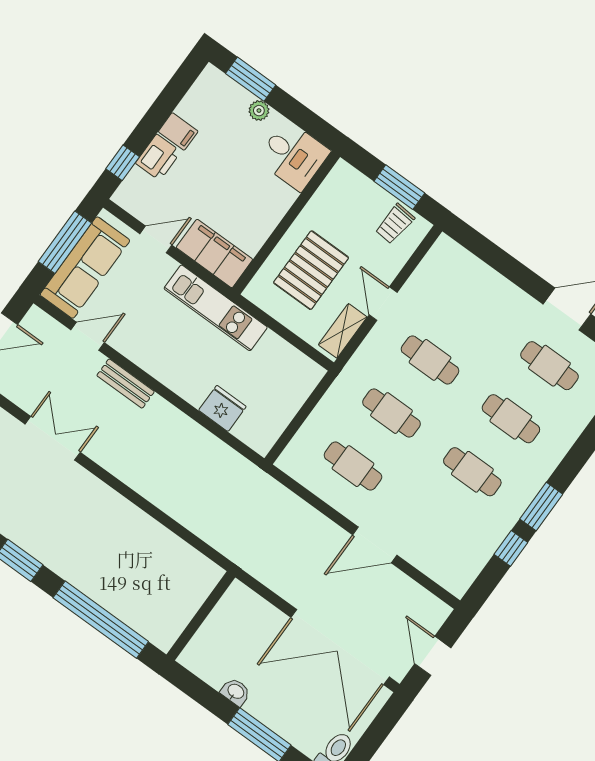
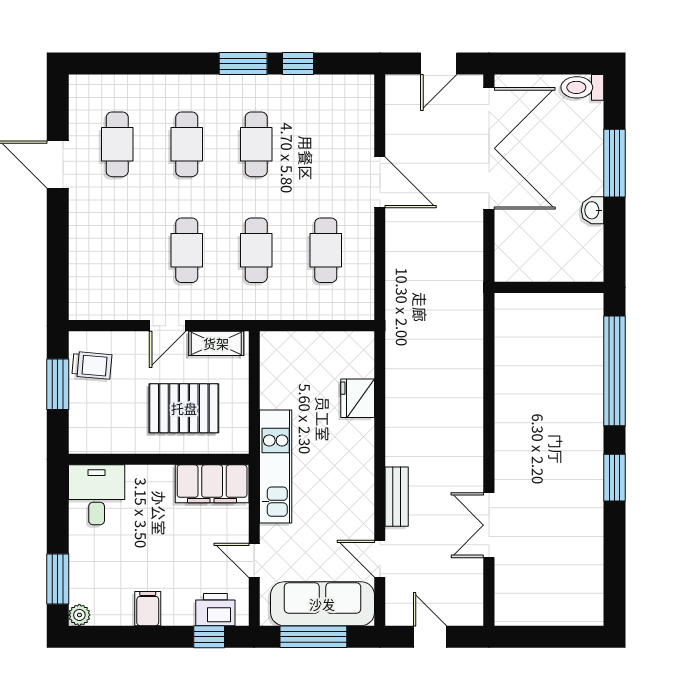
plant: (259, 111) -> (79, 615), moved
printer: (158, 157) -> (215, 610), moved
filing cabinet: (214, 253) -> (212, 484), moved, turned -90

